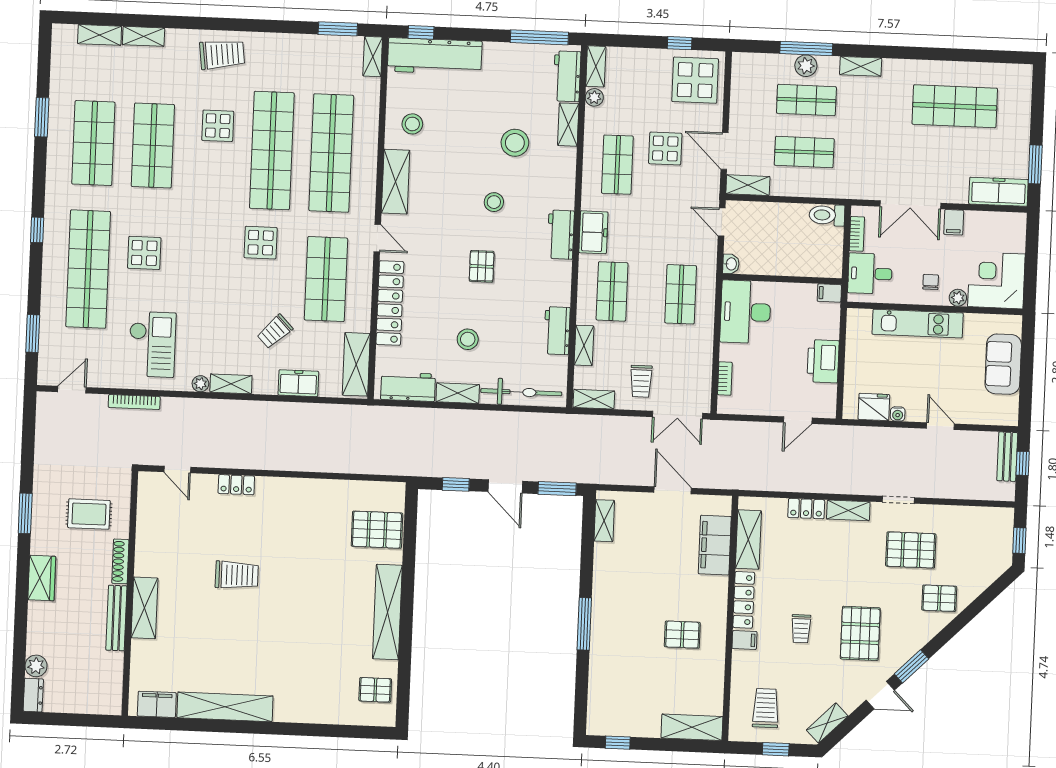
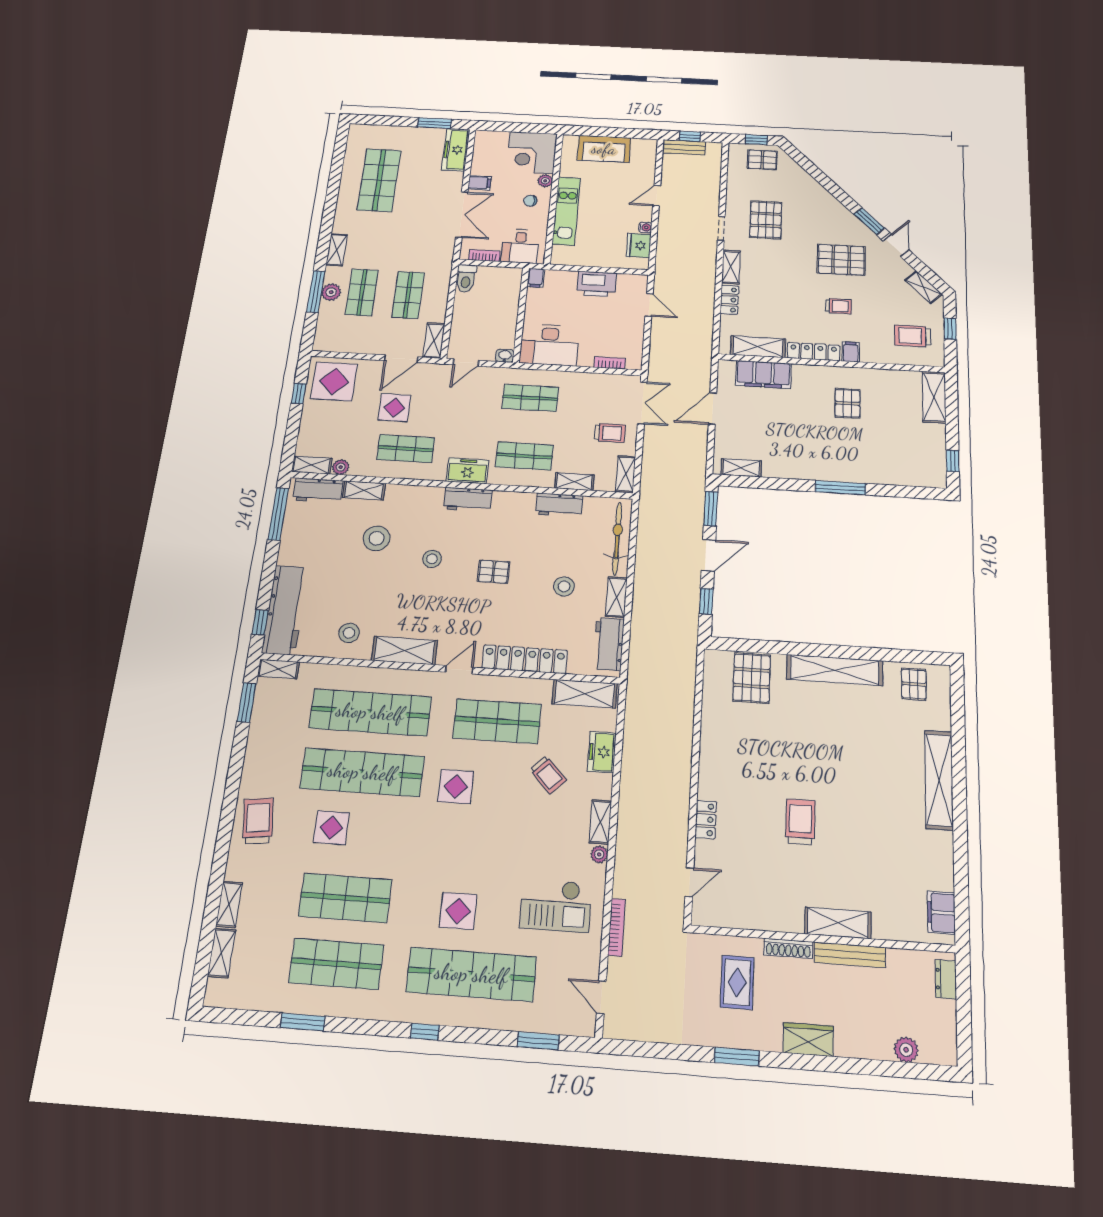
checkout: (152, 344) -> (556, 905), turned 180
pallet: (939, 598) -> (762, 160), moved, turned 90
dresser: (33, 695) -> (946, 979), moved, turned -90
shelving: (225, 707) -> (939, 780), moved

